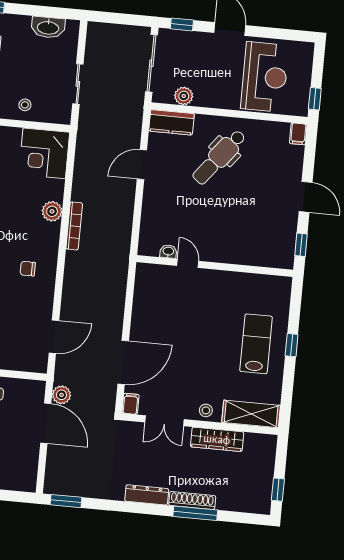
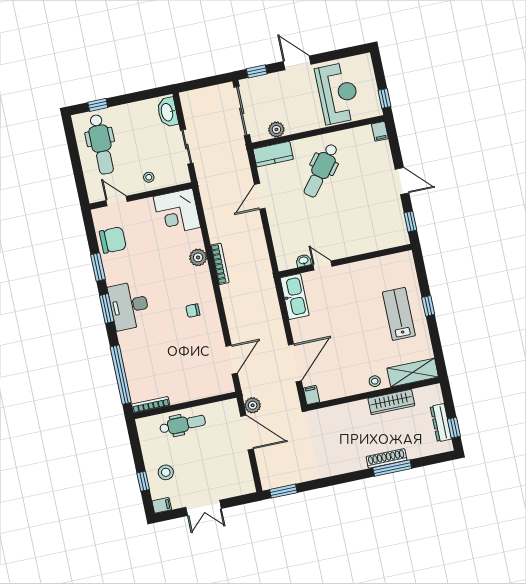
washbasin: (48, 27) -> (168, 112), moved, turned 90
kitchen sink: (146, 288) -> (295, 297), added
double door: (164, 421) -> (343, 400), removed
dresser: (147, 495) -> (441, 423), moved, turned -90

